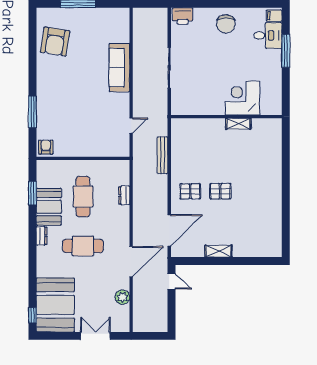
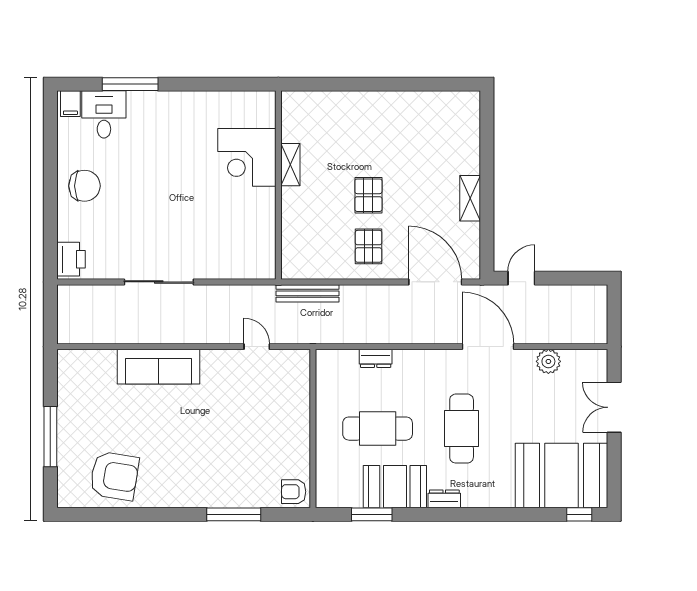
corner desk: (243, 98) -> (247, 157), moved
wall: (226, 117) -> (278, 185), moved
shelving: (238, 124) -> (290, 165), moved

